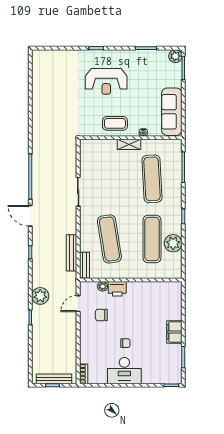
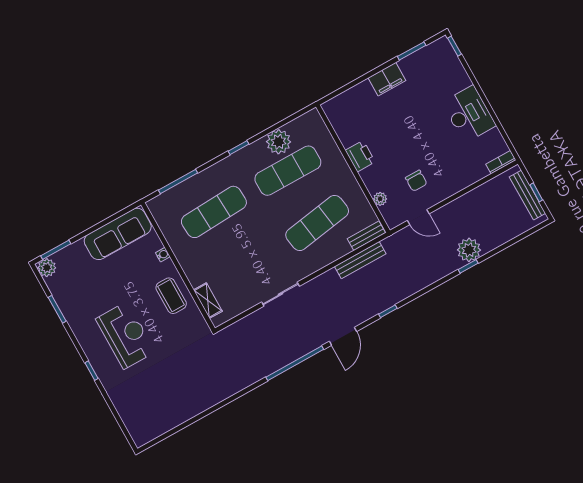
shelving: (129, 144) -> (208, 301), moved
printer: (117, 289) -> (360, 156), moved
plant: (40, 296) -> (469, 250), moved
chair: (125, 343) -> (434, 132), removed

